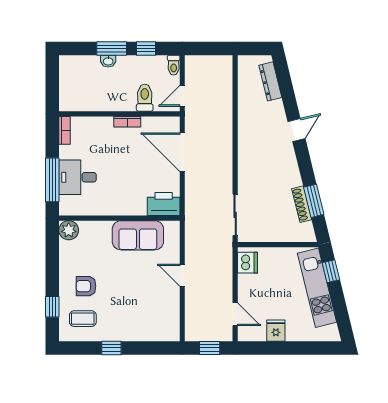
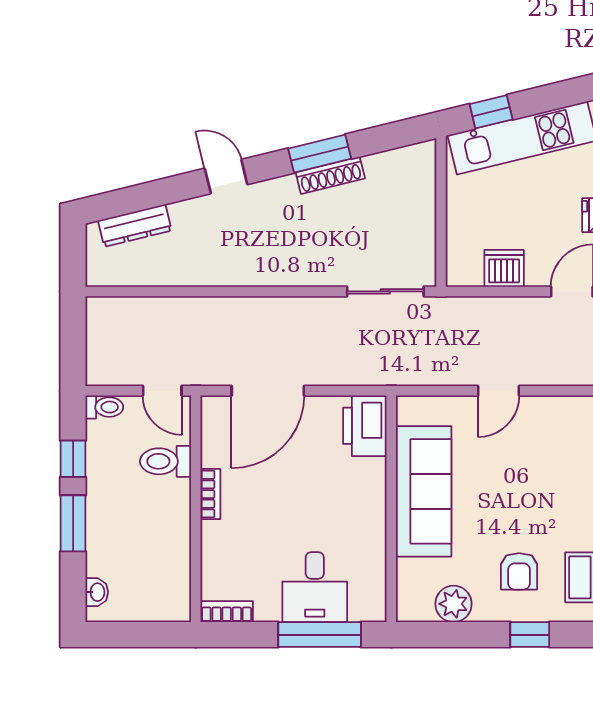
washbasin: (108, 61) -> (97, 592), moved
window: (314, 201) -> (320, 154), moved
shoe rack: (302, 204) -> (330, 175), moved
plant: (69, 230) -> (453, 604), moved
sofa: (138, 235) -> (424, 491), width x1.36
dishwasher: (248, 263) -> (504, 268), moved
window: (52, 307) -> (530, 635), moved

